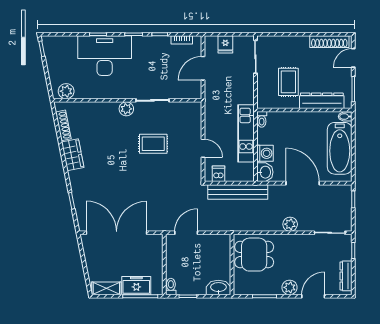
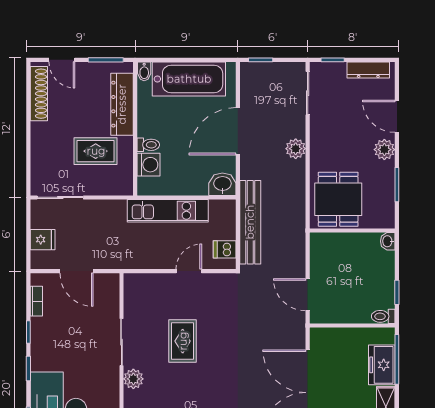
toilet: (262, 119) -> (148, 145), moved
washing machine: (265, 153) -> (148, 165), moved, turned 90
washbasin: (218, 287) -> (388, 241), width x0.52, depth x0.69

